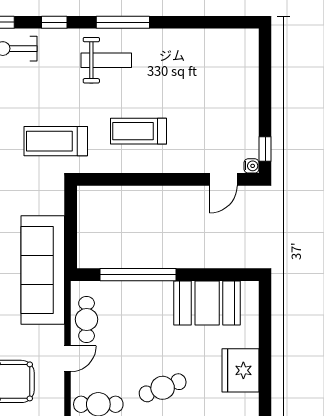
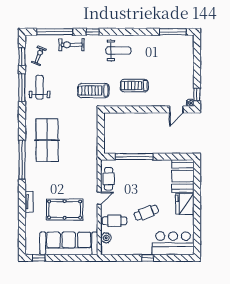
window: (123, 22) -> (173, 32), moved
sofa: (43, 270) -> (87, 154), removed
booth: (207, 303) -> (183, 176), moved, turned 90

